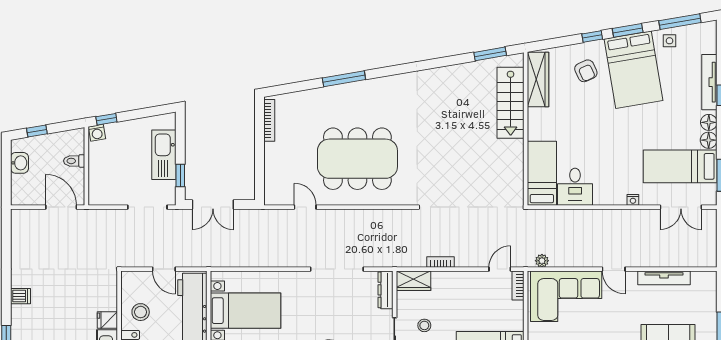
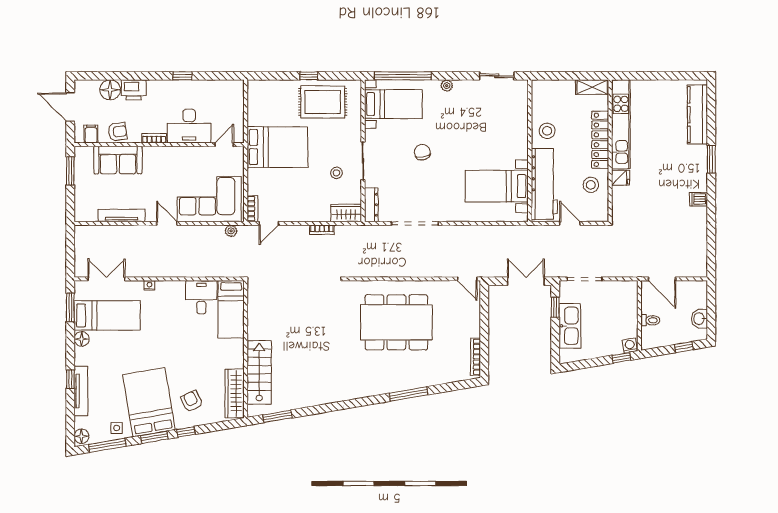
floor lamp: (709, 122) -> (81, 436), moved
door: (305, 207) -> (467, 279), moved

